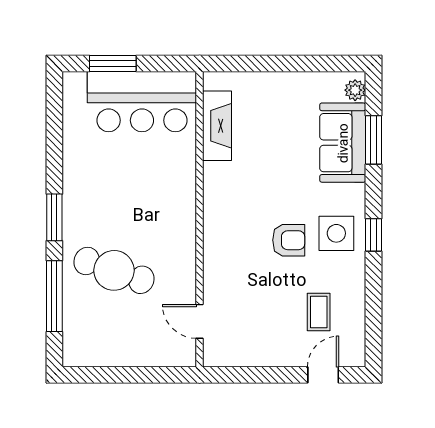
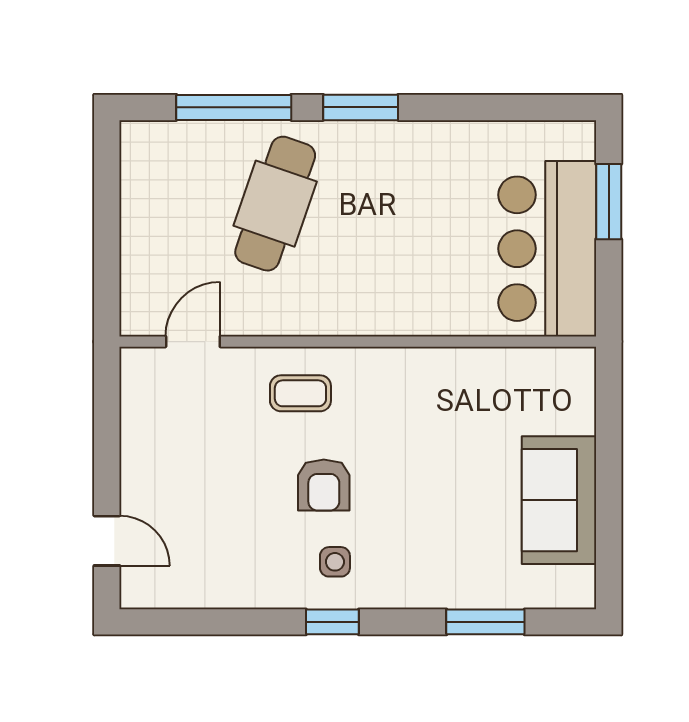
plant: (355, 90) -> (566, 592), removed
fireplace: (217, 126) -> (508, 370), removed
sofa: (343, 143) -> (559, 500), moved, turned -90
side table: (336, 233) -> (335, 562), width x0.54, depth x0.54
coffee table: (319, 312) -> (300, 393), moved

